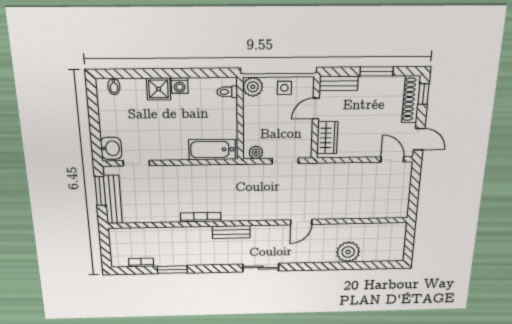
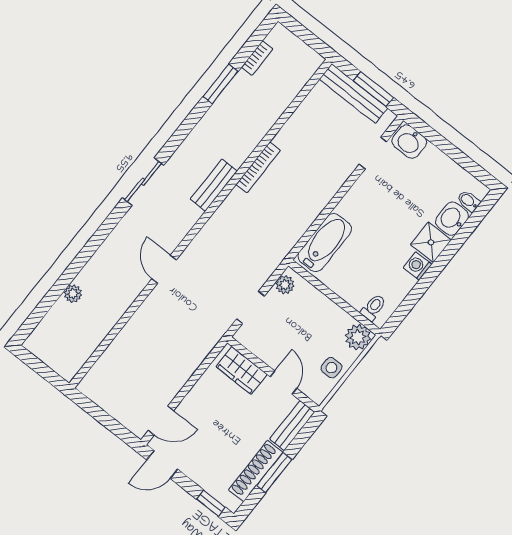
washbasin: (133, 88) -> (452, 219), added
shoe rack: (411, 99) -> (256, 471), moved, turned -90
plant: (348, 252) -> (73, 294), width x0.53, depth x0.53

